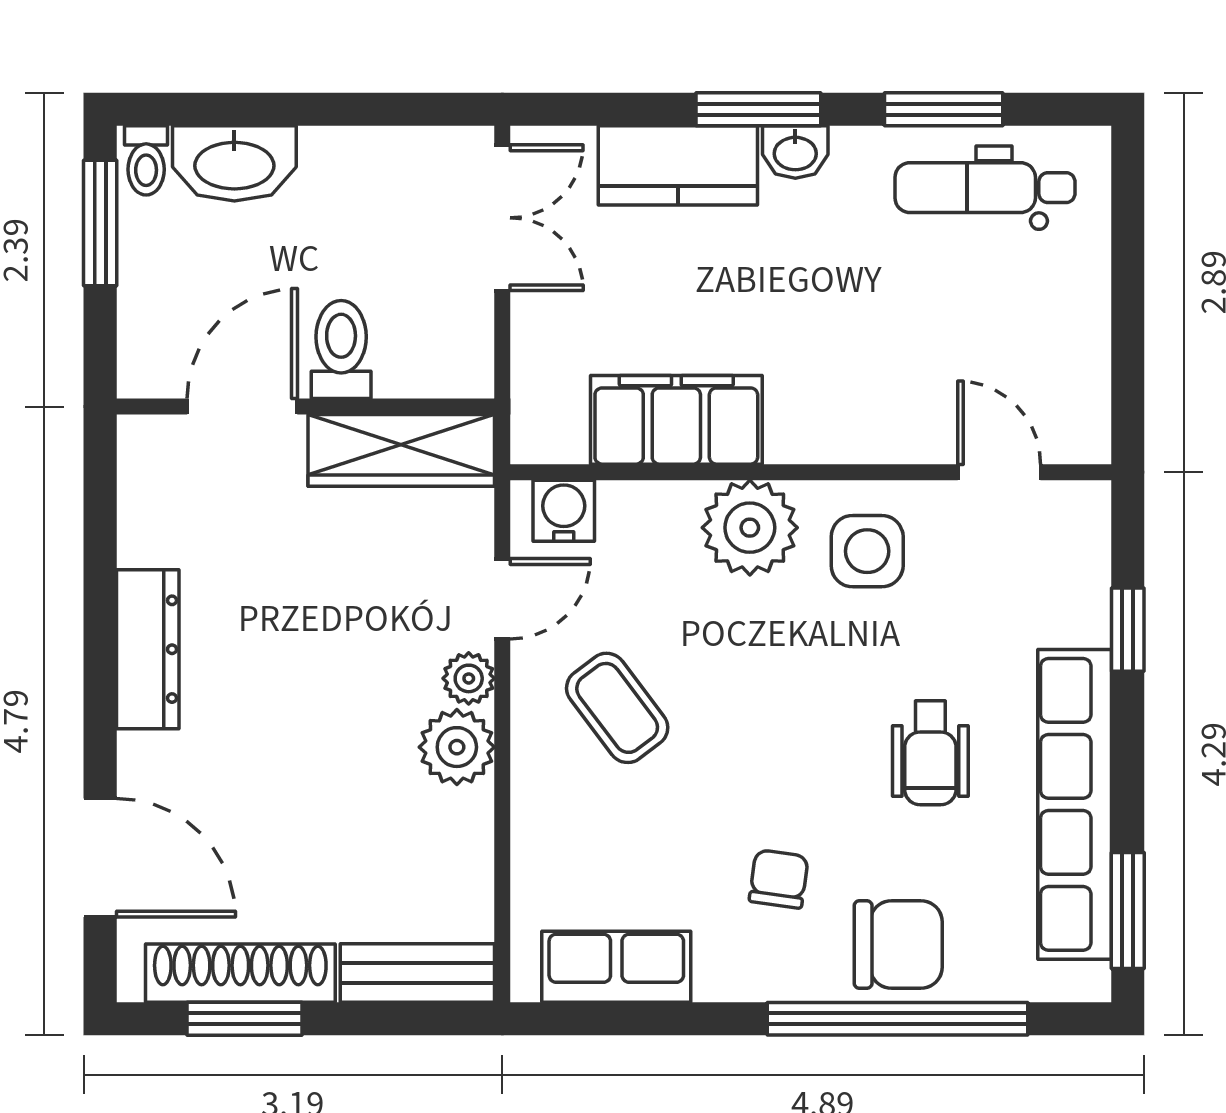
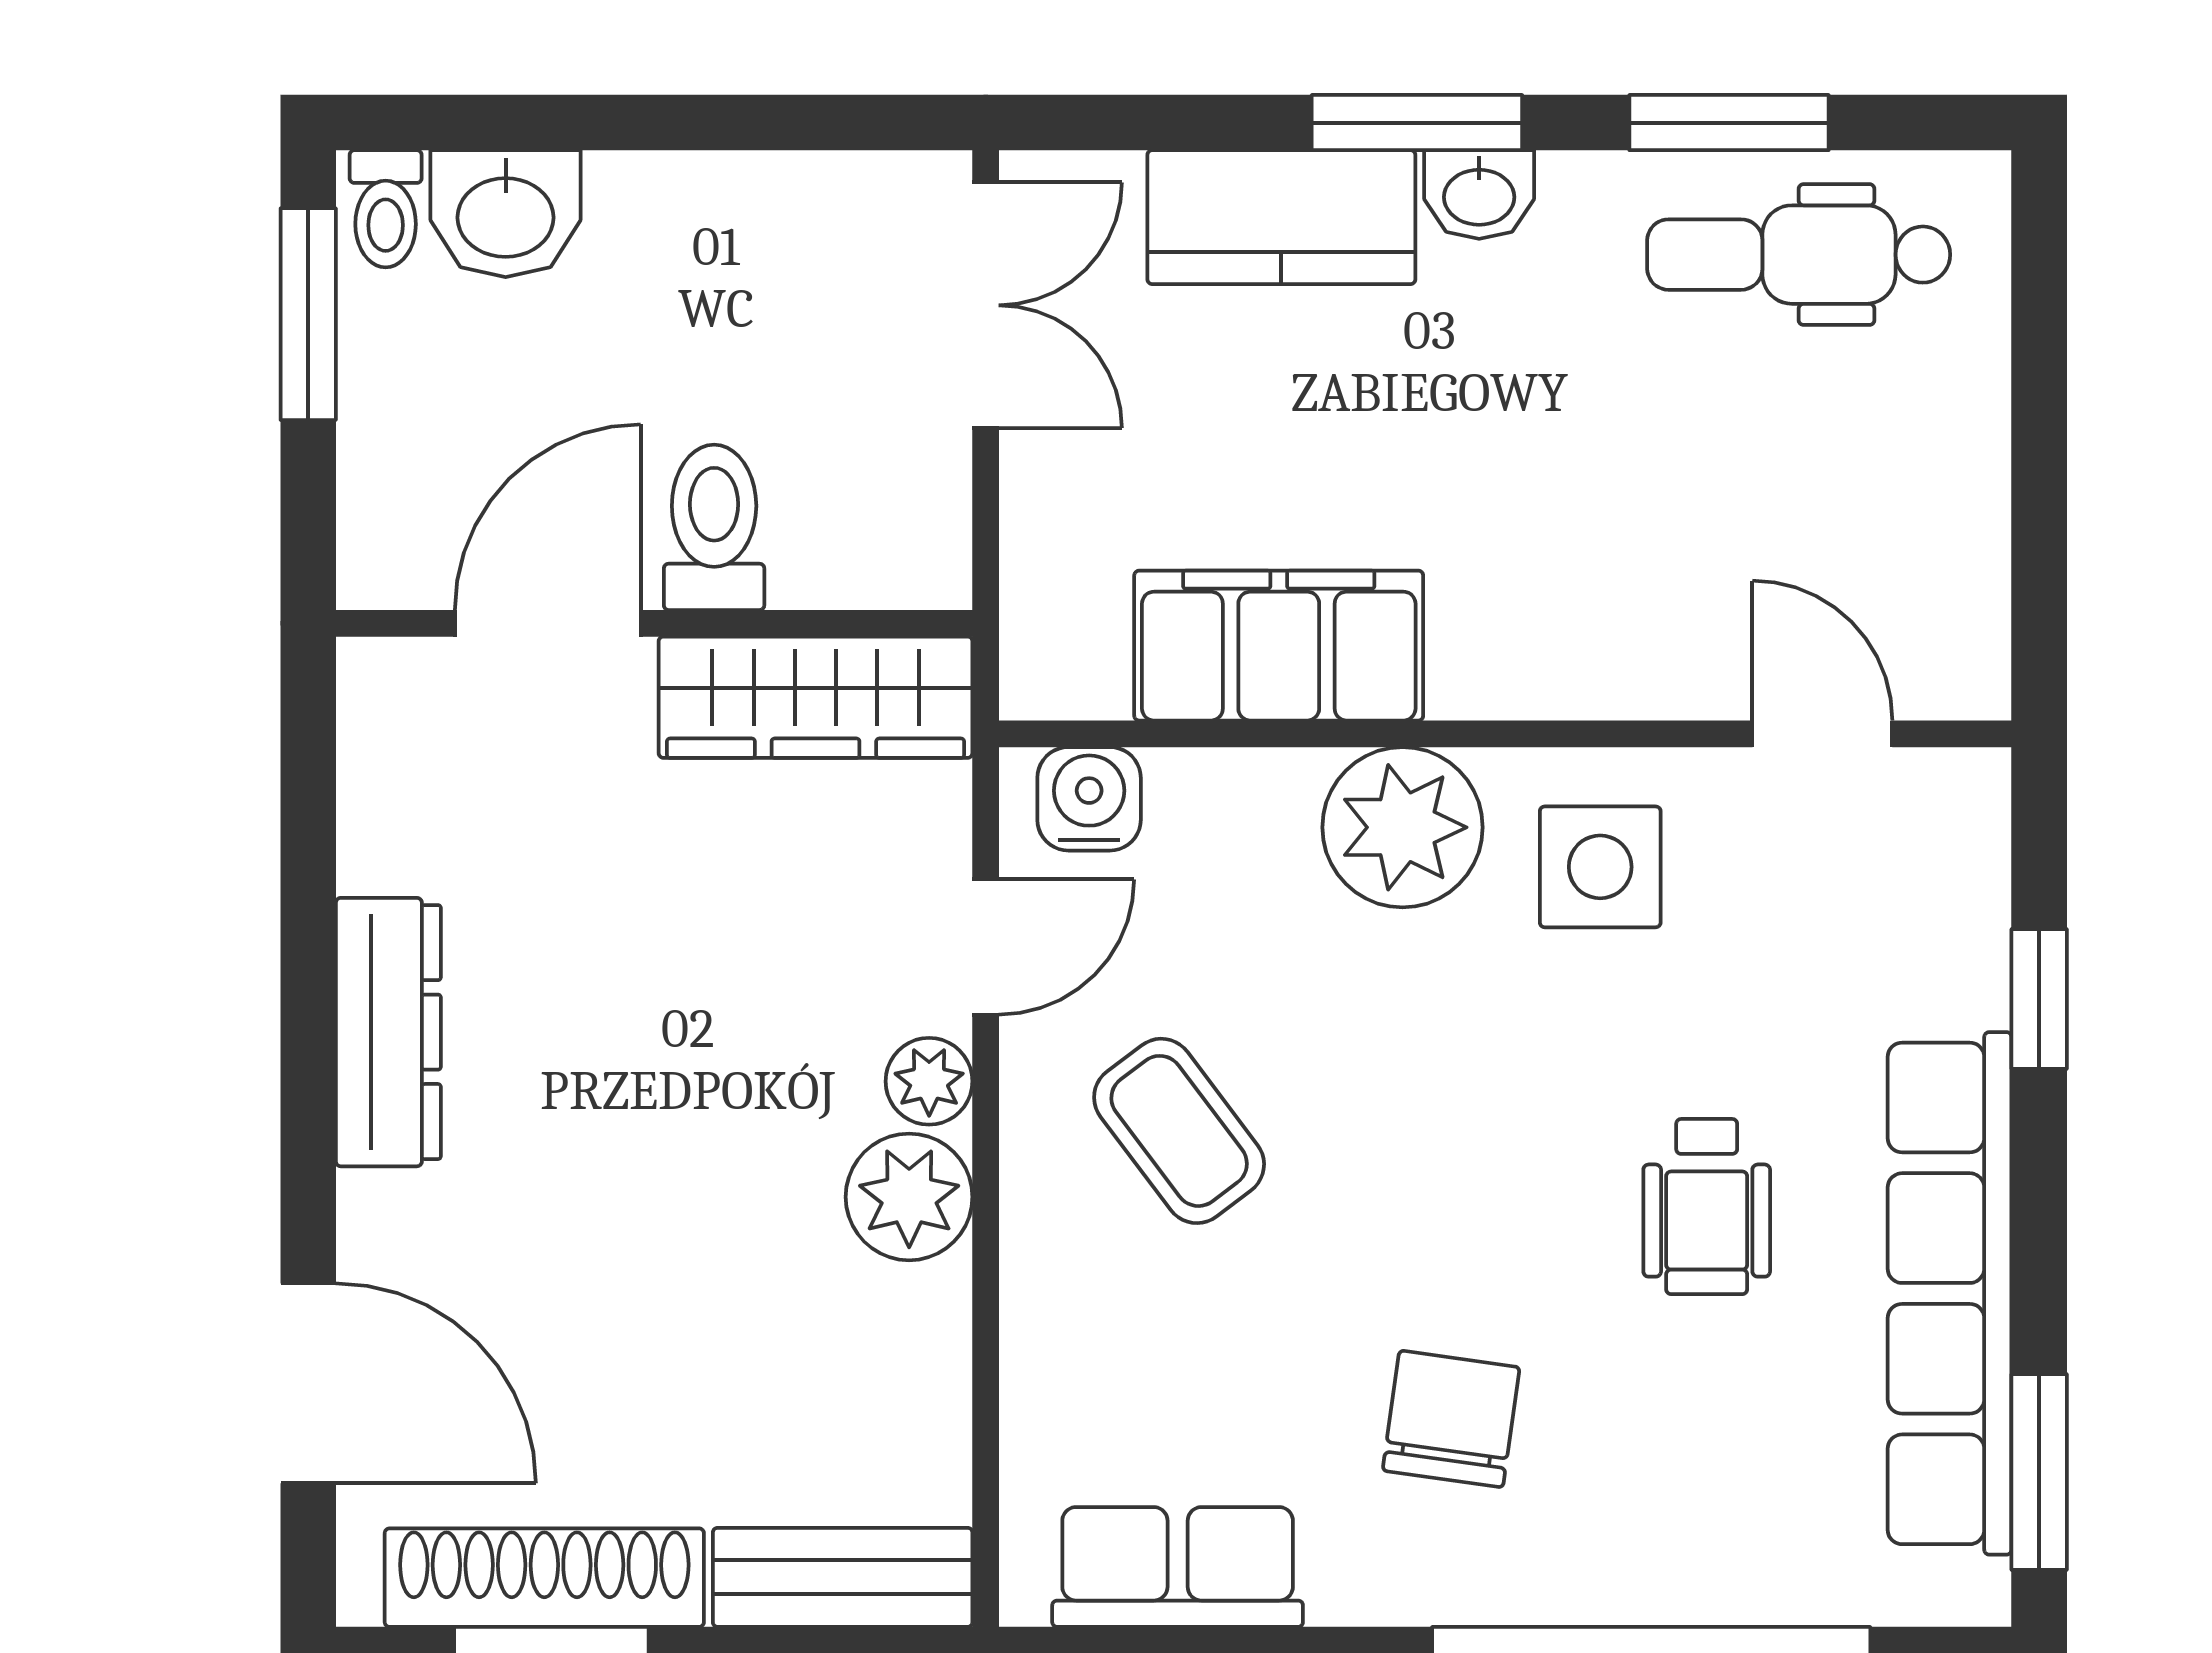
washbasin: (234, 163) -> (506, 214), width x0.72
chair: (779, 879) -> (1451, 1419), width x1.37, depth x1.37
chair: (898, 944) -> (1653, 1529), removed

